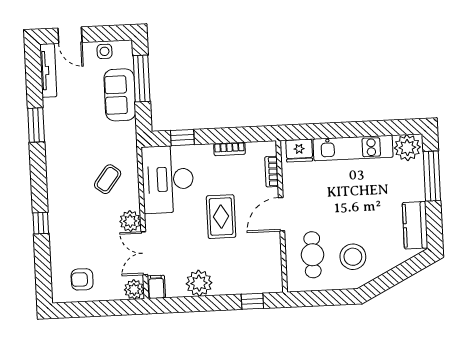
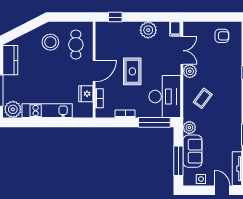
window: (182, 138) -> (154, 122), width x2.17
fridge: (299, 151) -> (86, 94), moved, turned -90
plant: (134, 289) -> (189, 128), moved

